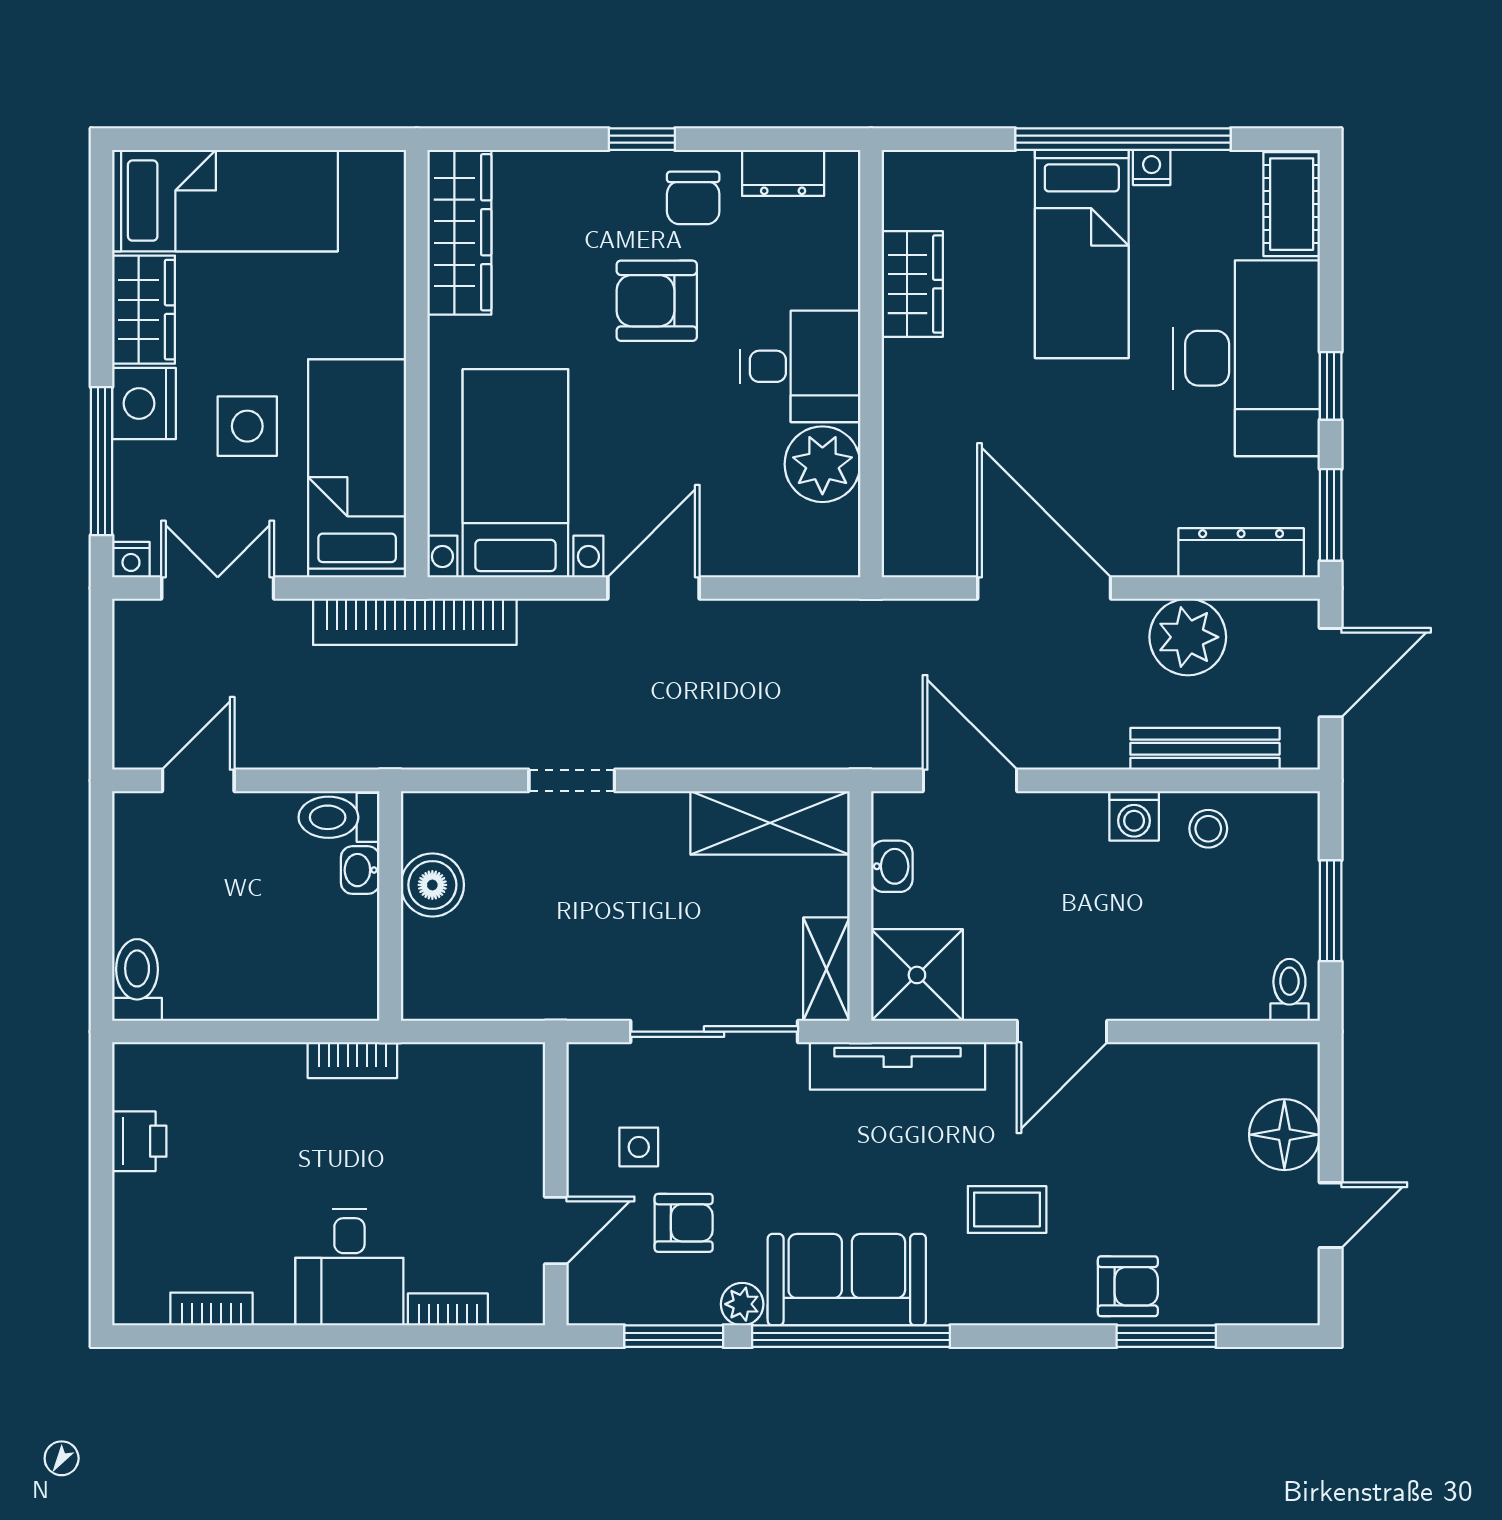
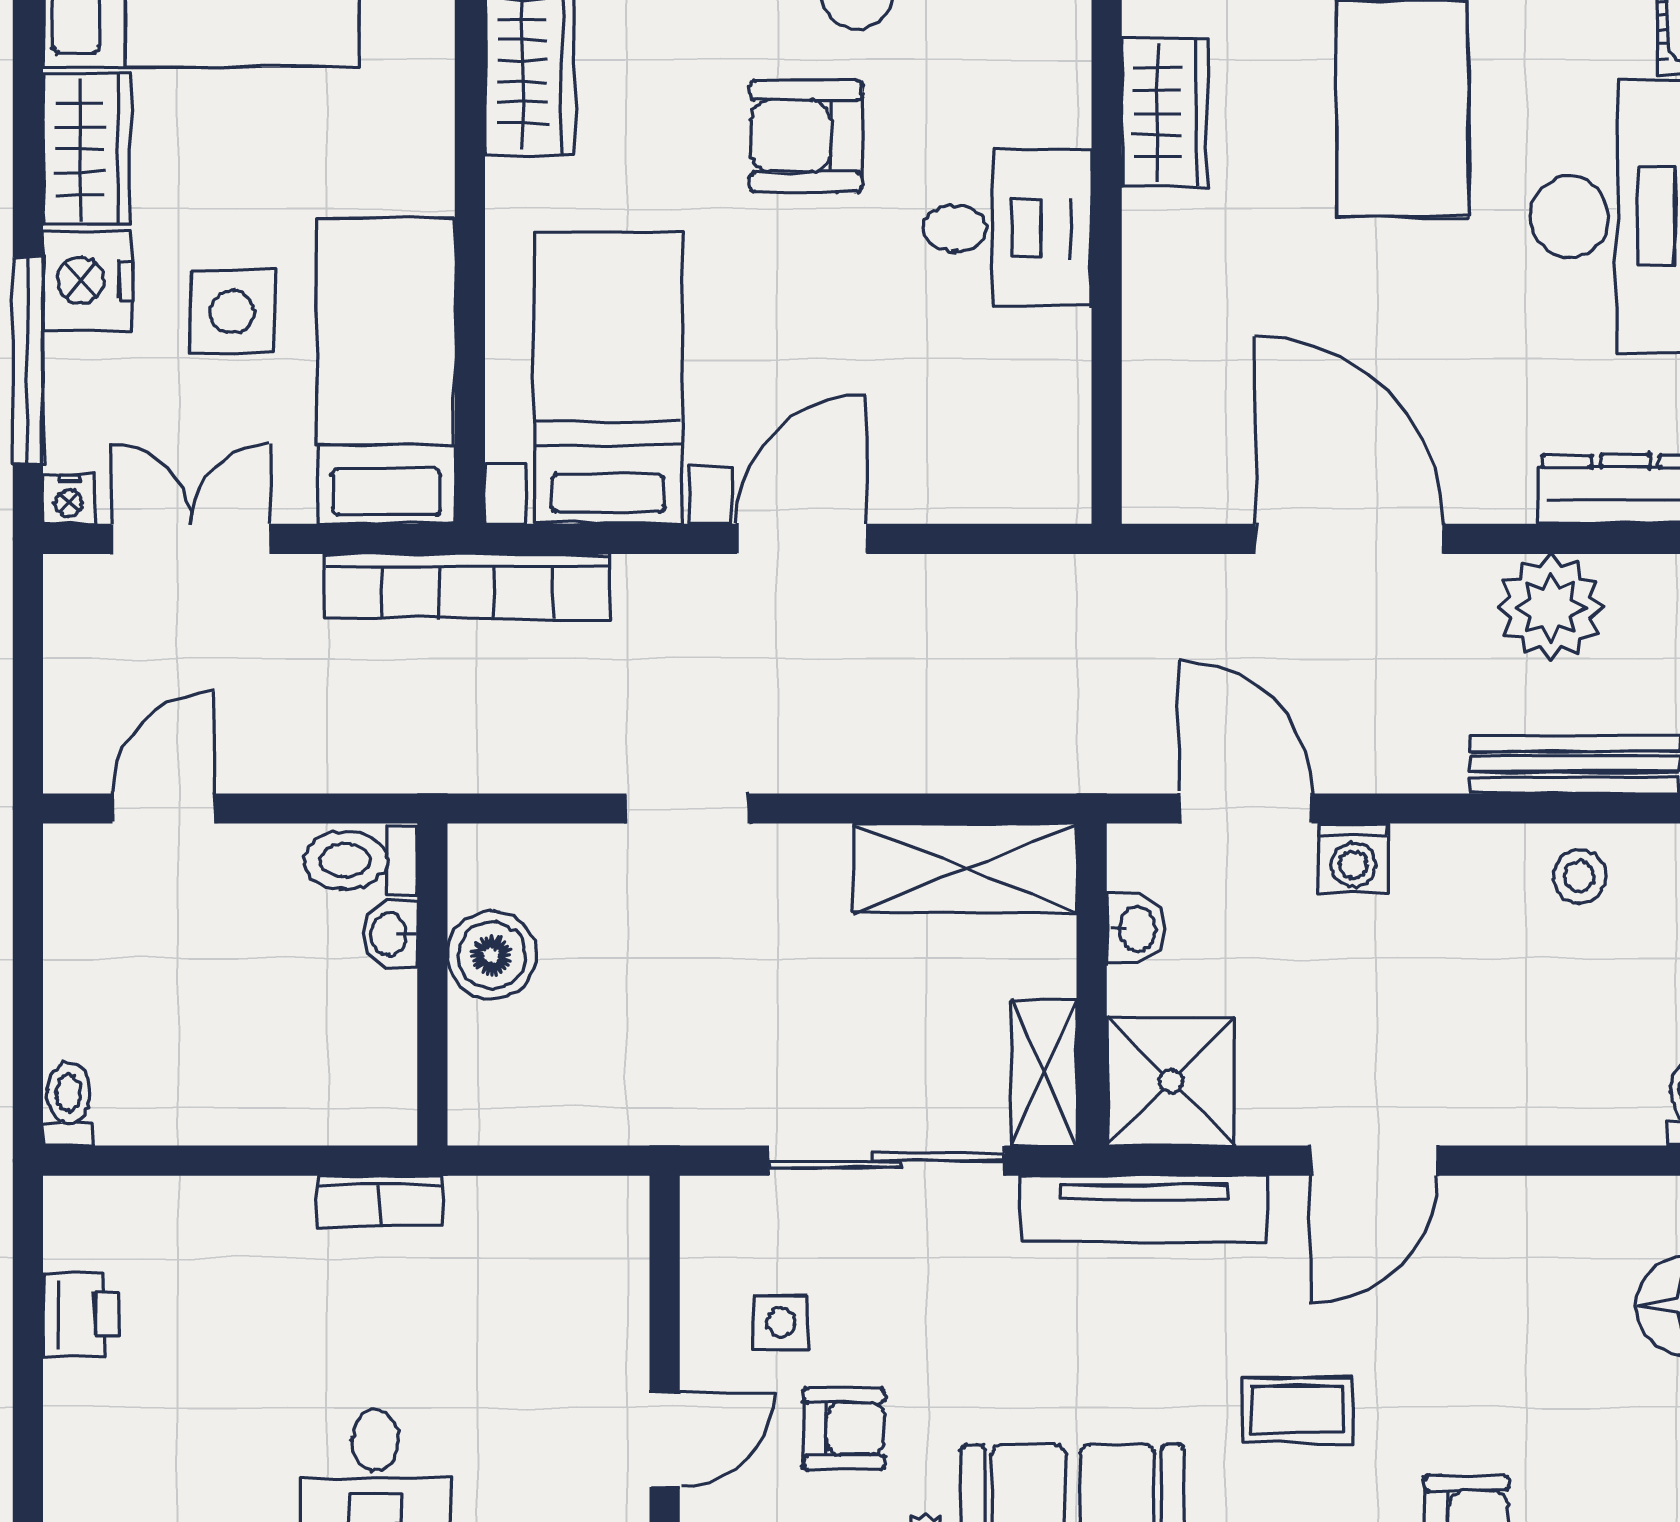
plant: (822, 464) -> (1039, 365), removed
washing machine: (1134, 816) -> (1353, 858), moved
toilet: (137, 980) -> (68, 1104), width x0.73, depth x0.72

